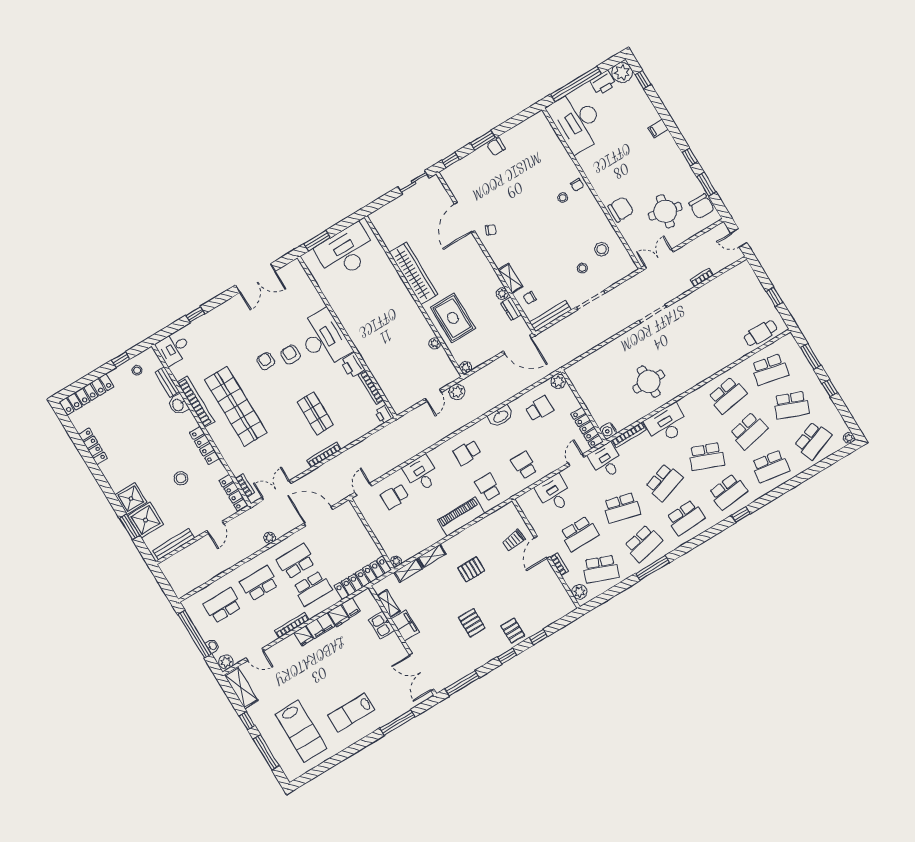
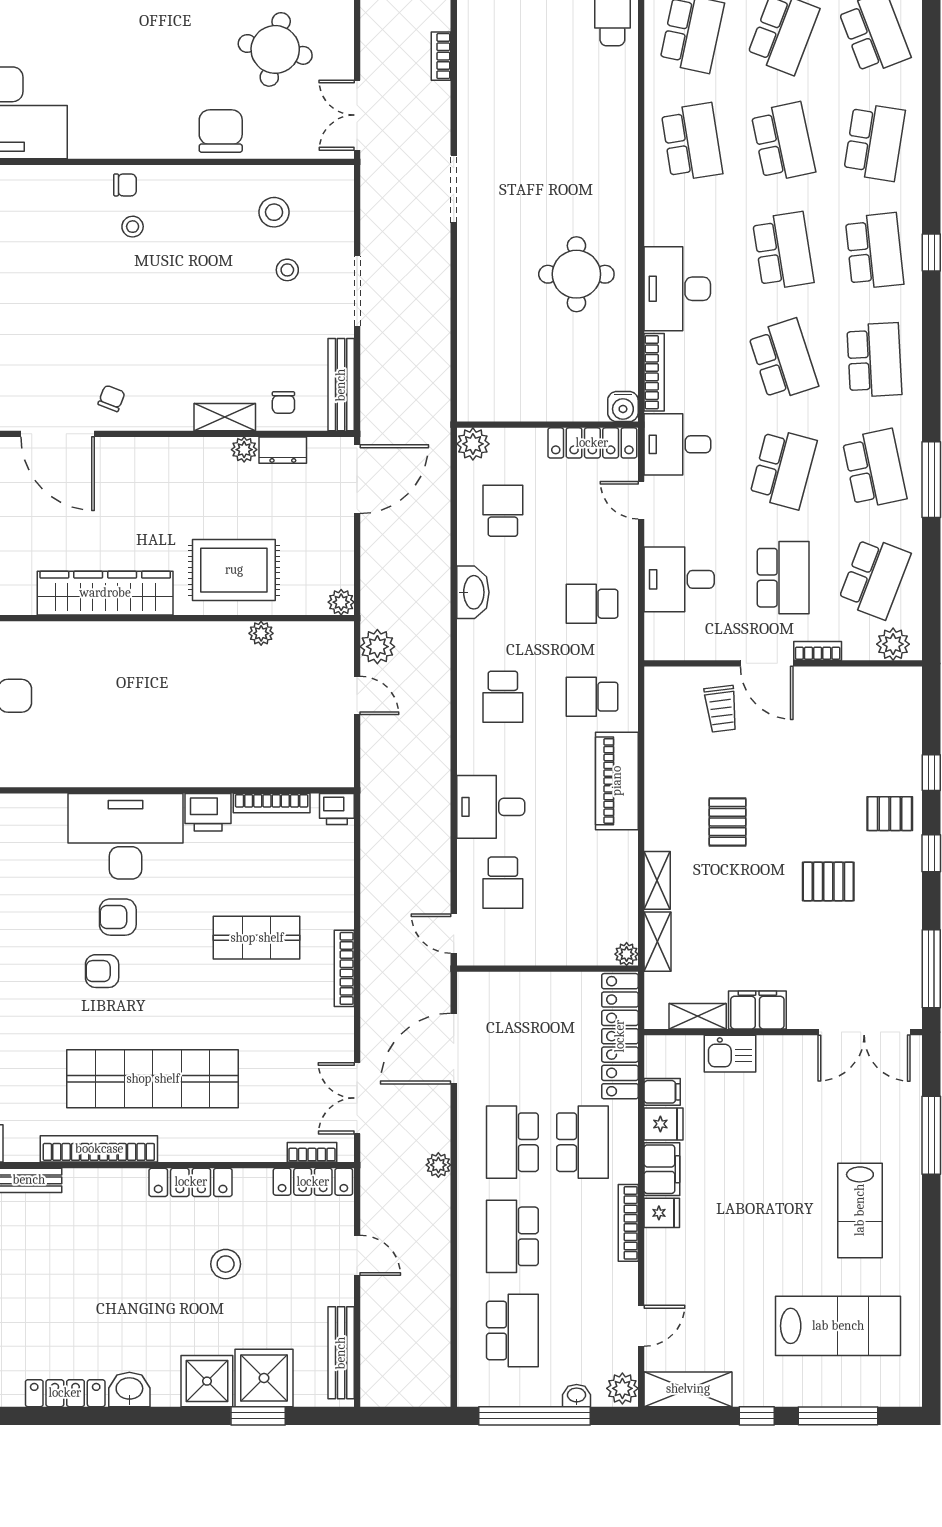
washbasin: (178, 405) -> (129, 1389), moved, turned 180
school desk: (707, 456) -> (783, 251), turned -30
school desk: (223, 606) -> (512, 1330), turned 180

